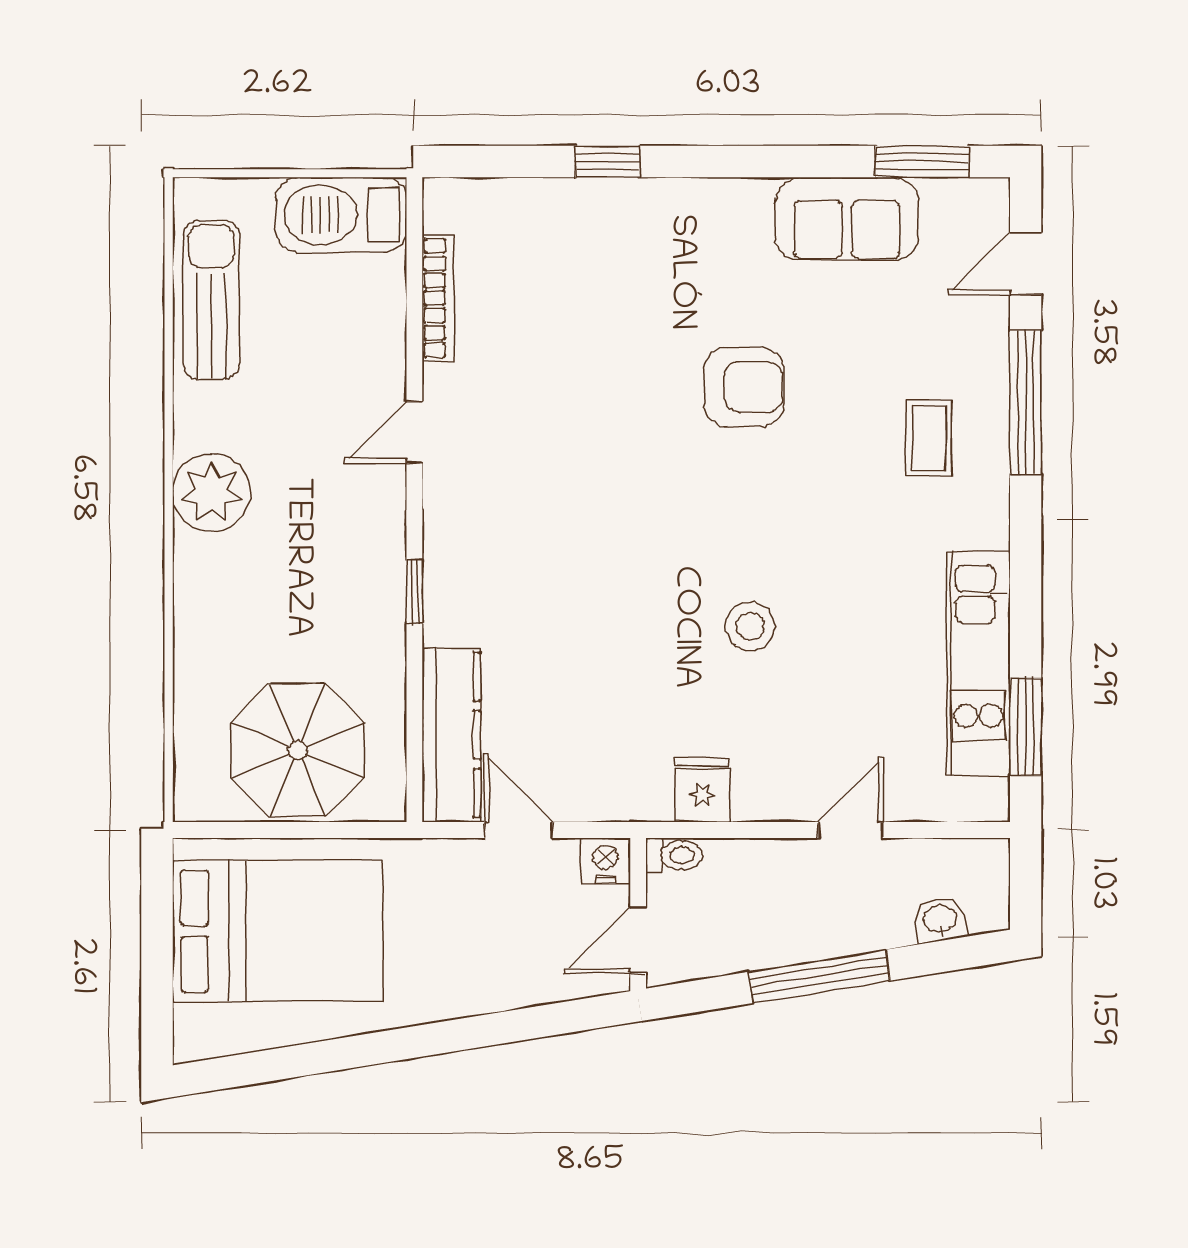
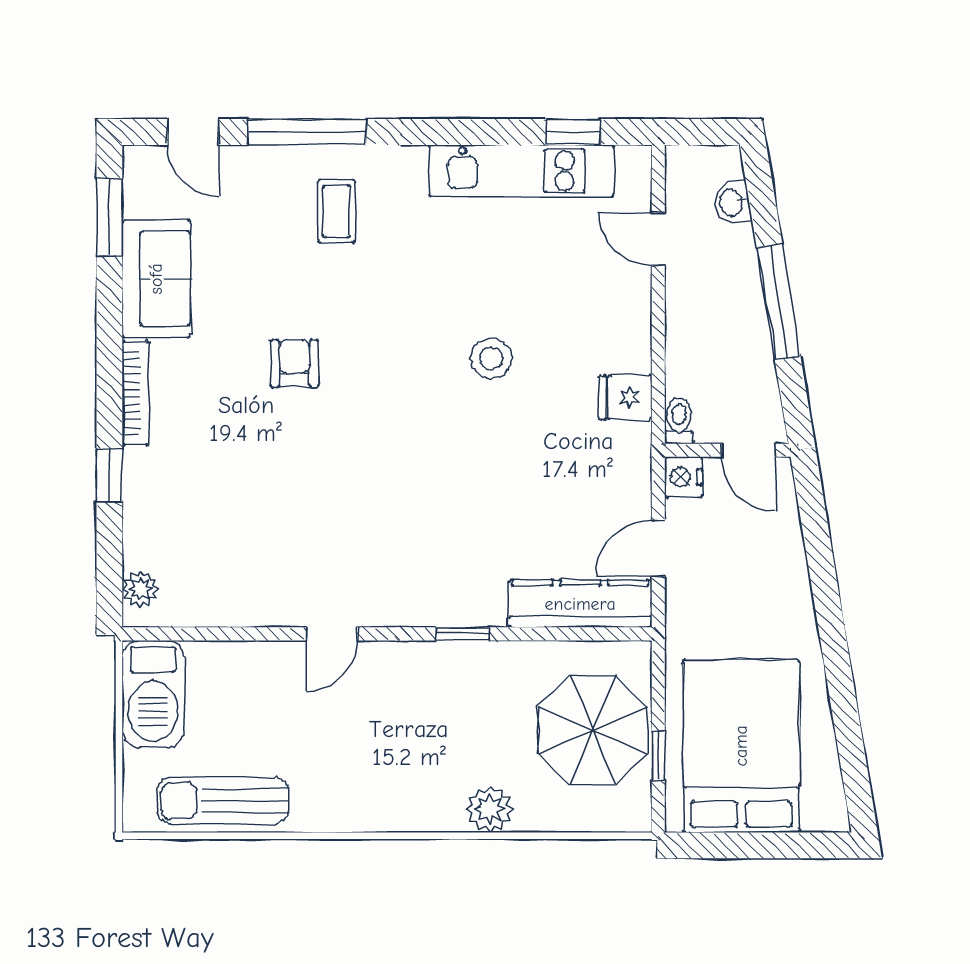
plant: (469, 199) -> (140, 589), added
bookcase: (438, 298) -> (136, 393), moved, turned 90
armchair: (744, 387) -> (294, 363), width x0.72, depth x0.72
door: (414, 432) -> (332, 634), hinge flipped
coffee table: (929, 438) -> (336, 211), turned 90
plant: (211, 493) -> (490, 809), moved, width x0.73, depth x0.73
window: (1026, 726) -> (573, 132), width x0.67
window: (266, 830) -> (658, 756), added
door: (850, 830) -> (658, 239), moved

